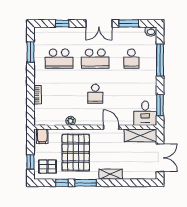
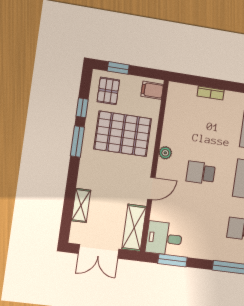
plant: (71, 121) -> (165, 153), moved
shelving: (110, 174) -> (81, 205), moved

